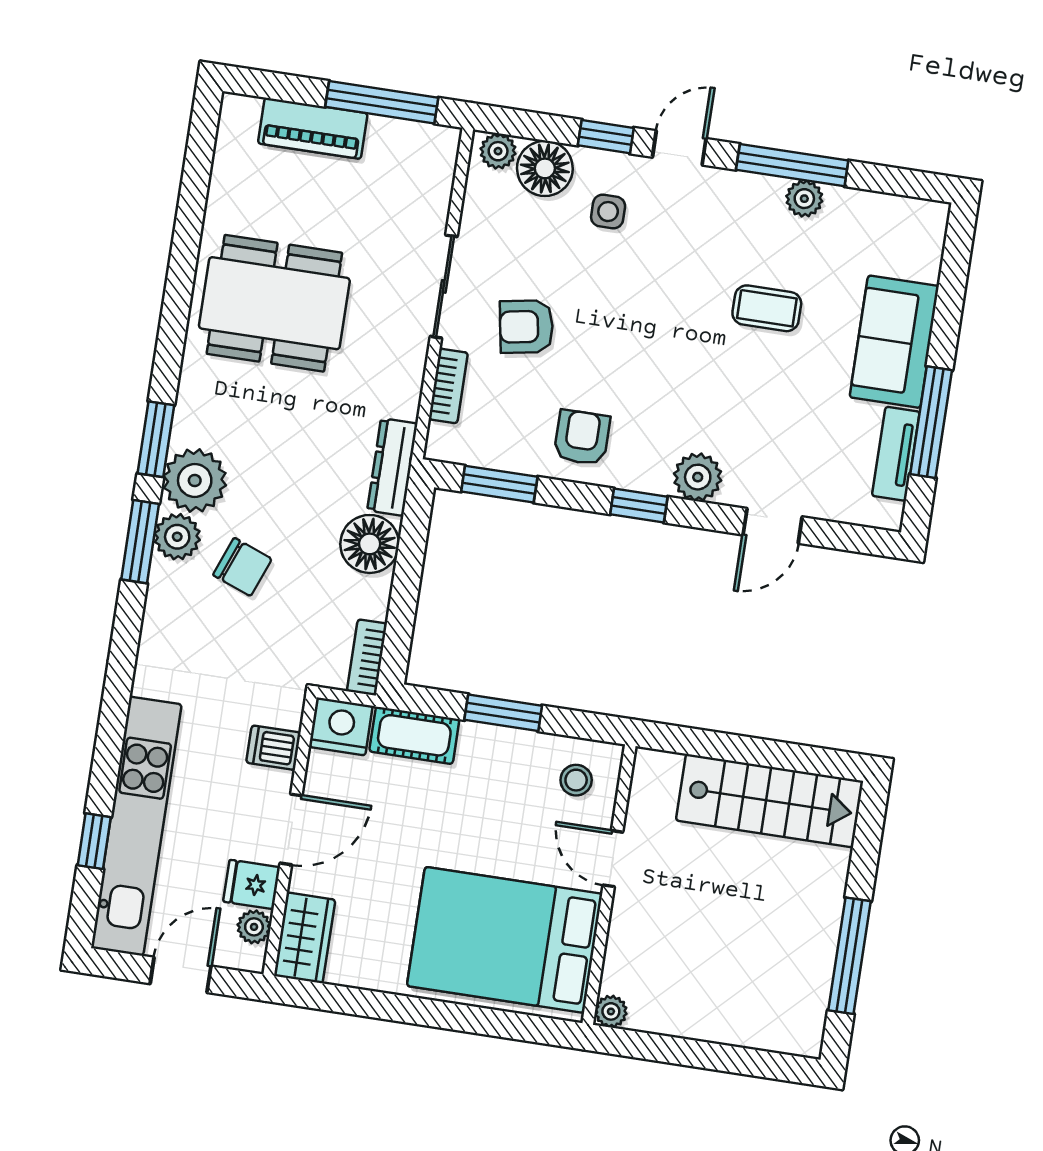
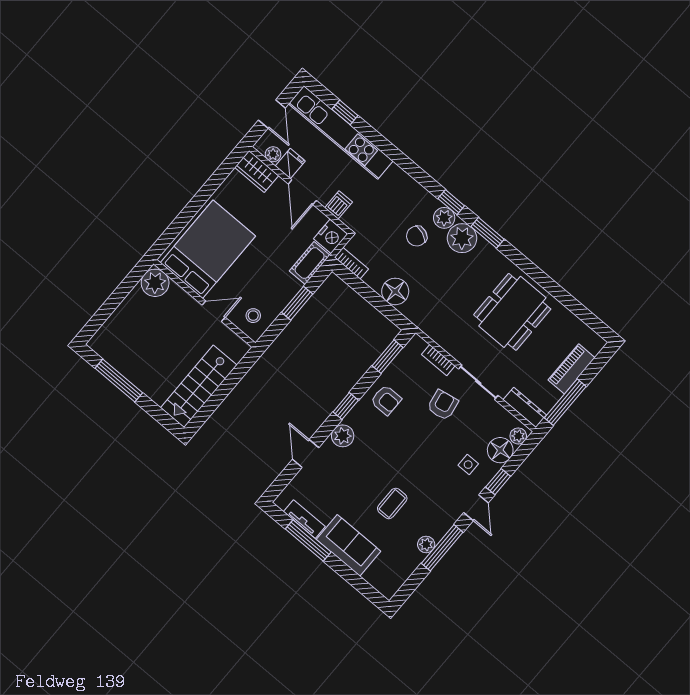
dresser: (392, 467) -> (525, 407), moved
window: (140, 542) -> (451, 202), width x0.67
plant: (611, 1011) -> (155, 283), width x1.88, depth x1.88

